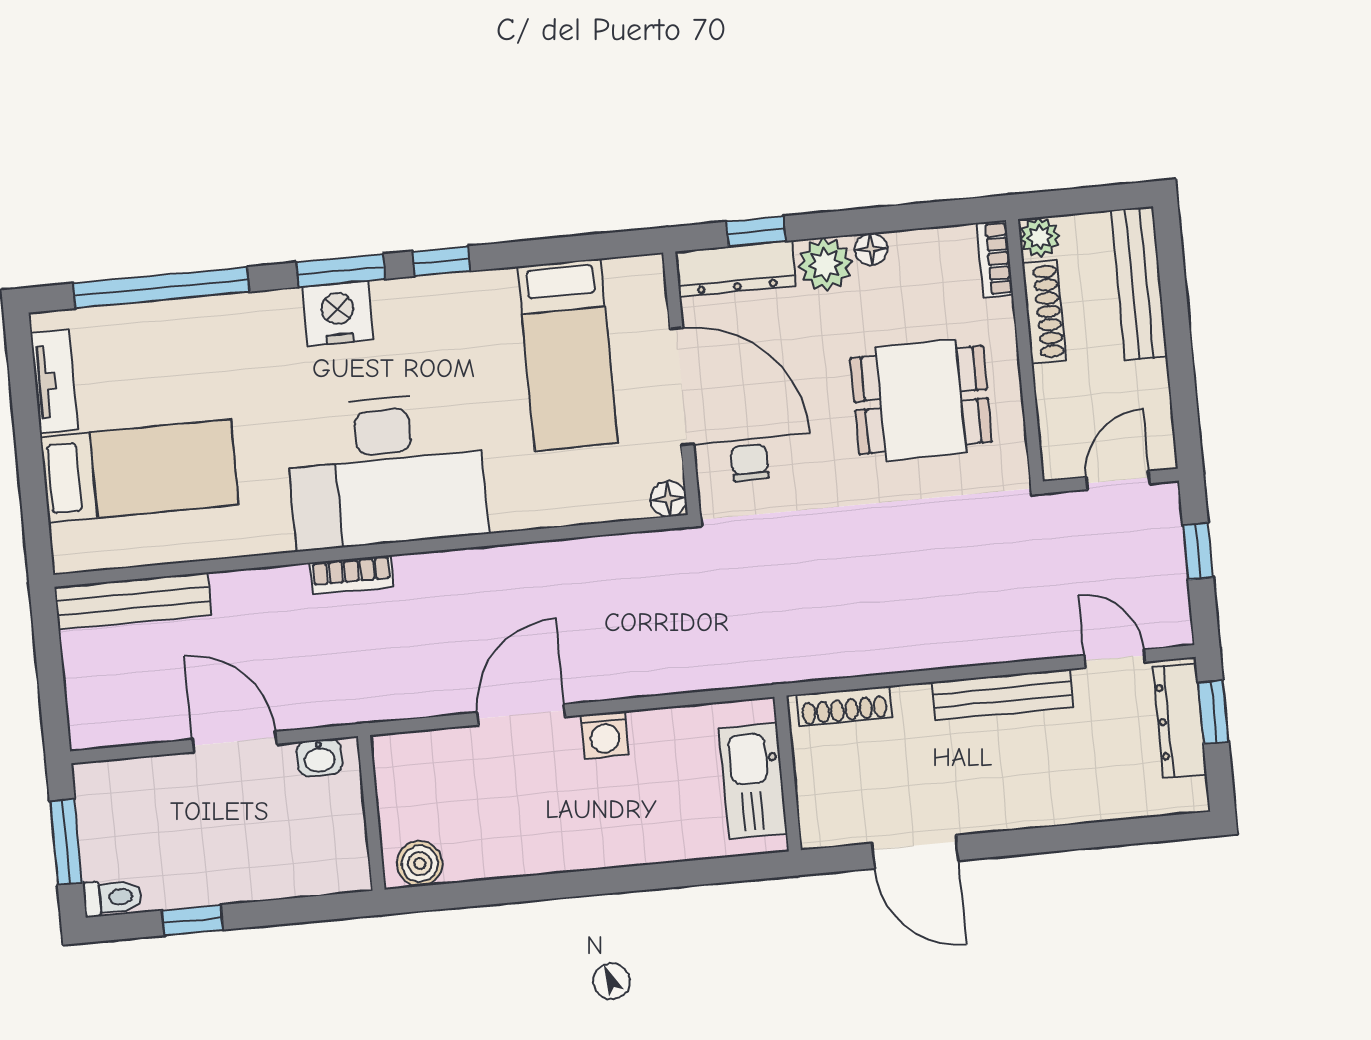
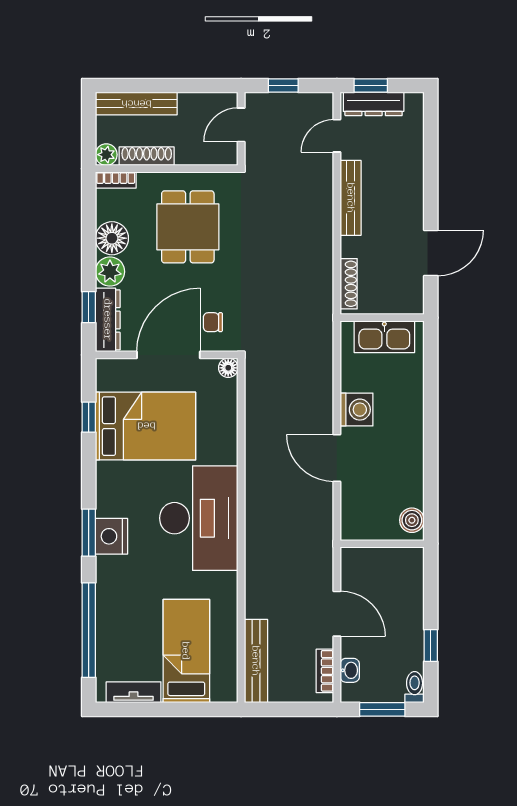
floor lamp: (871, 249) -> (112, 238), width x1.89, depth x1.89
window: (441, 261) -> (89, 417), moved
bed: (567, 355) -> (146, 426), width x1.50
door: (1118, 480) -> (241, 125), hinge flipped
bookcase: (352, 575) -> (325, 671), moved, turned 180
washing machine: (605, 735) -> (357, 410), width x1.38, depth x1.38
door: (234, 742) -> (337, 614), swing flipped
washbasin: (319, 758) -> (350, 670), moved

